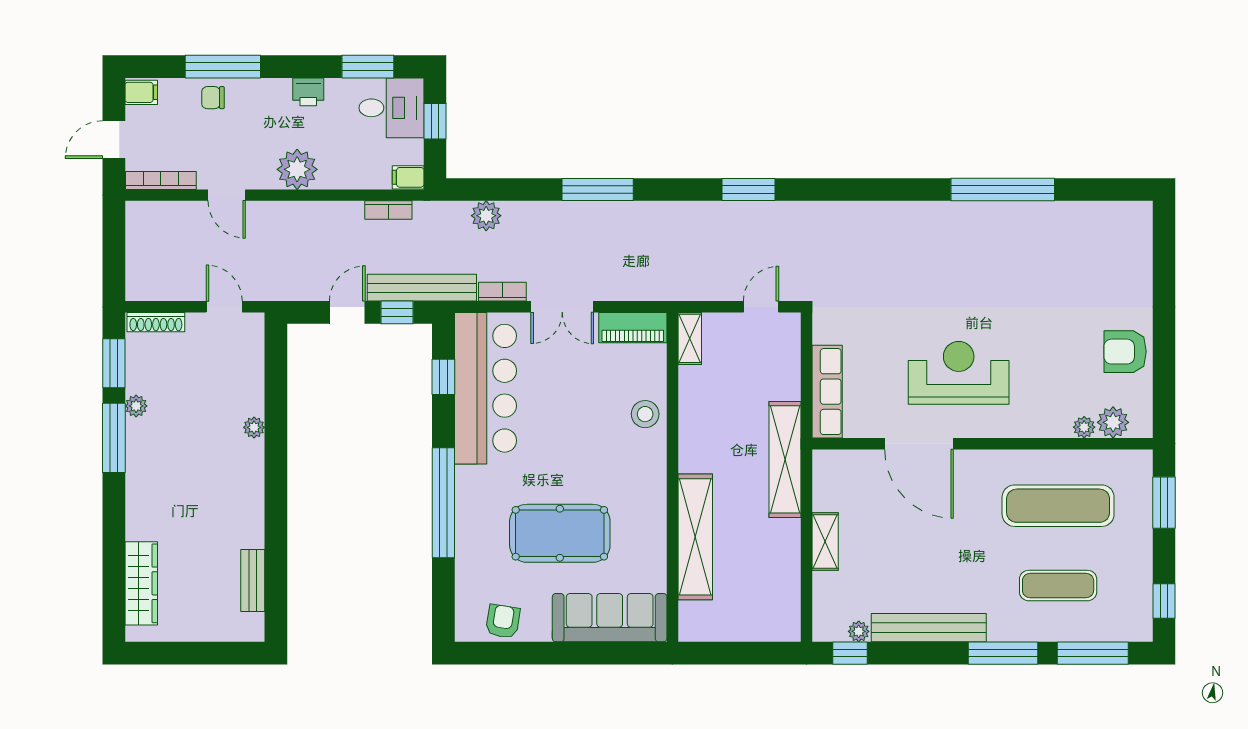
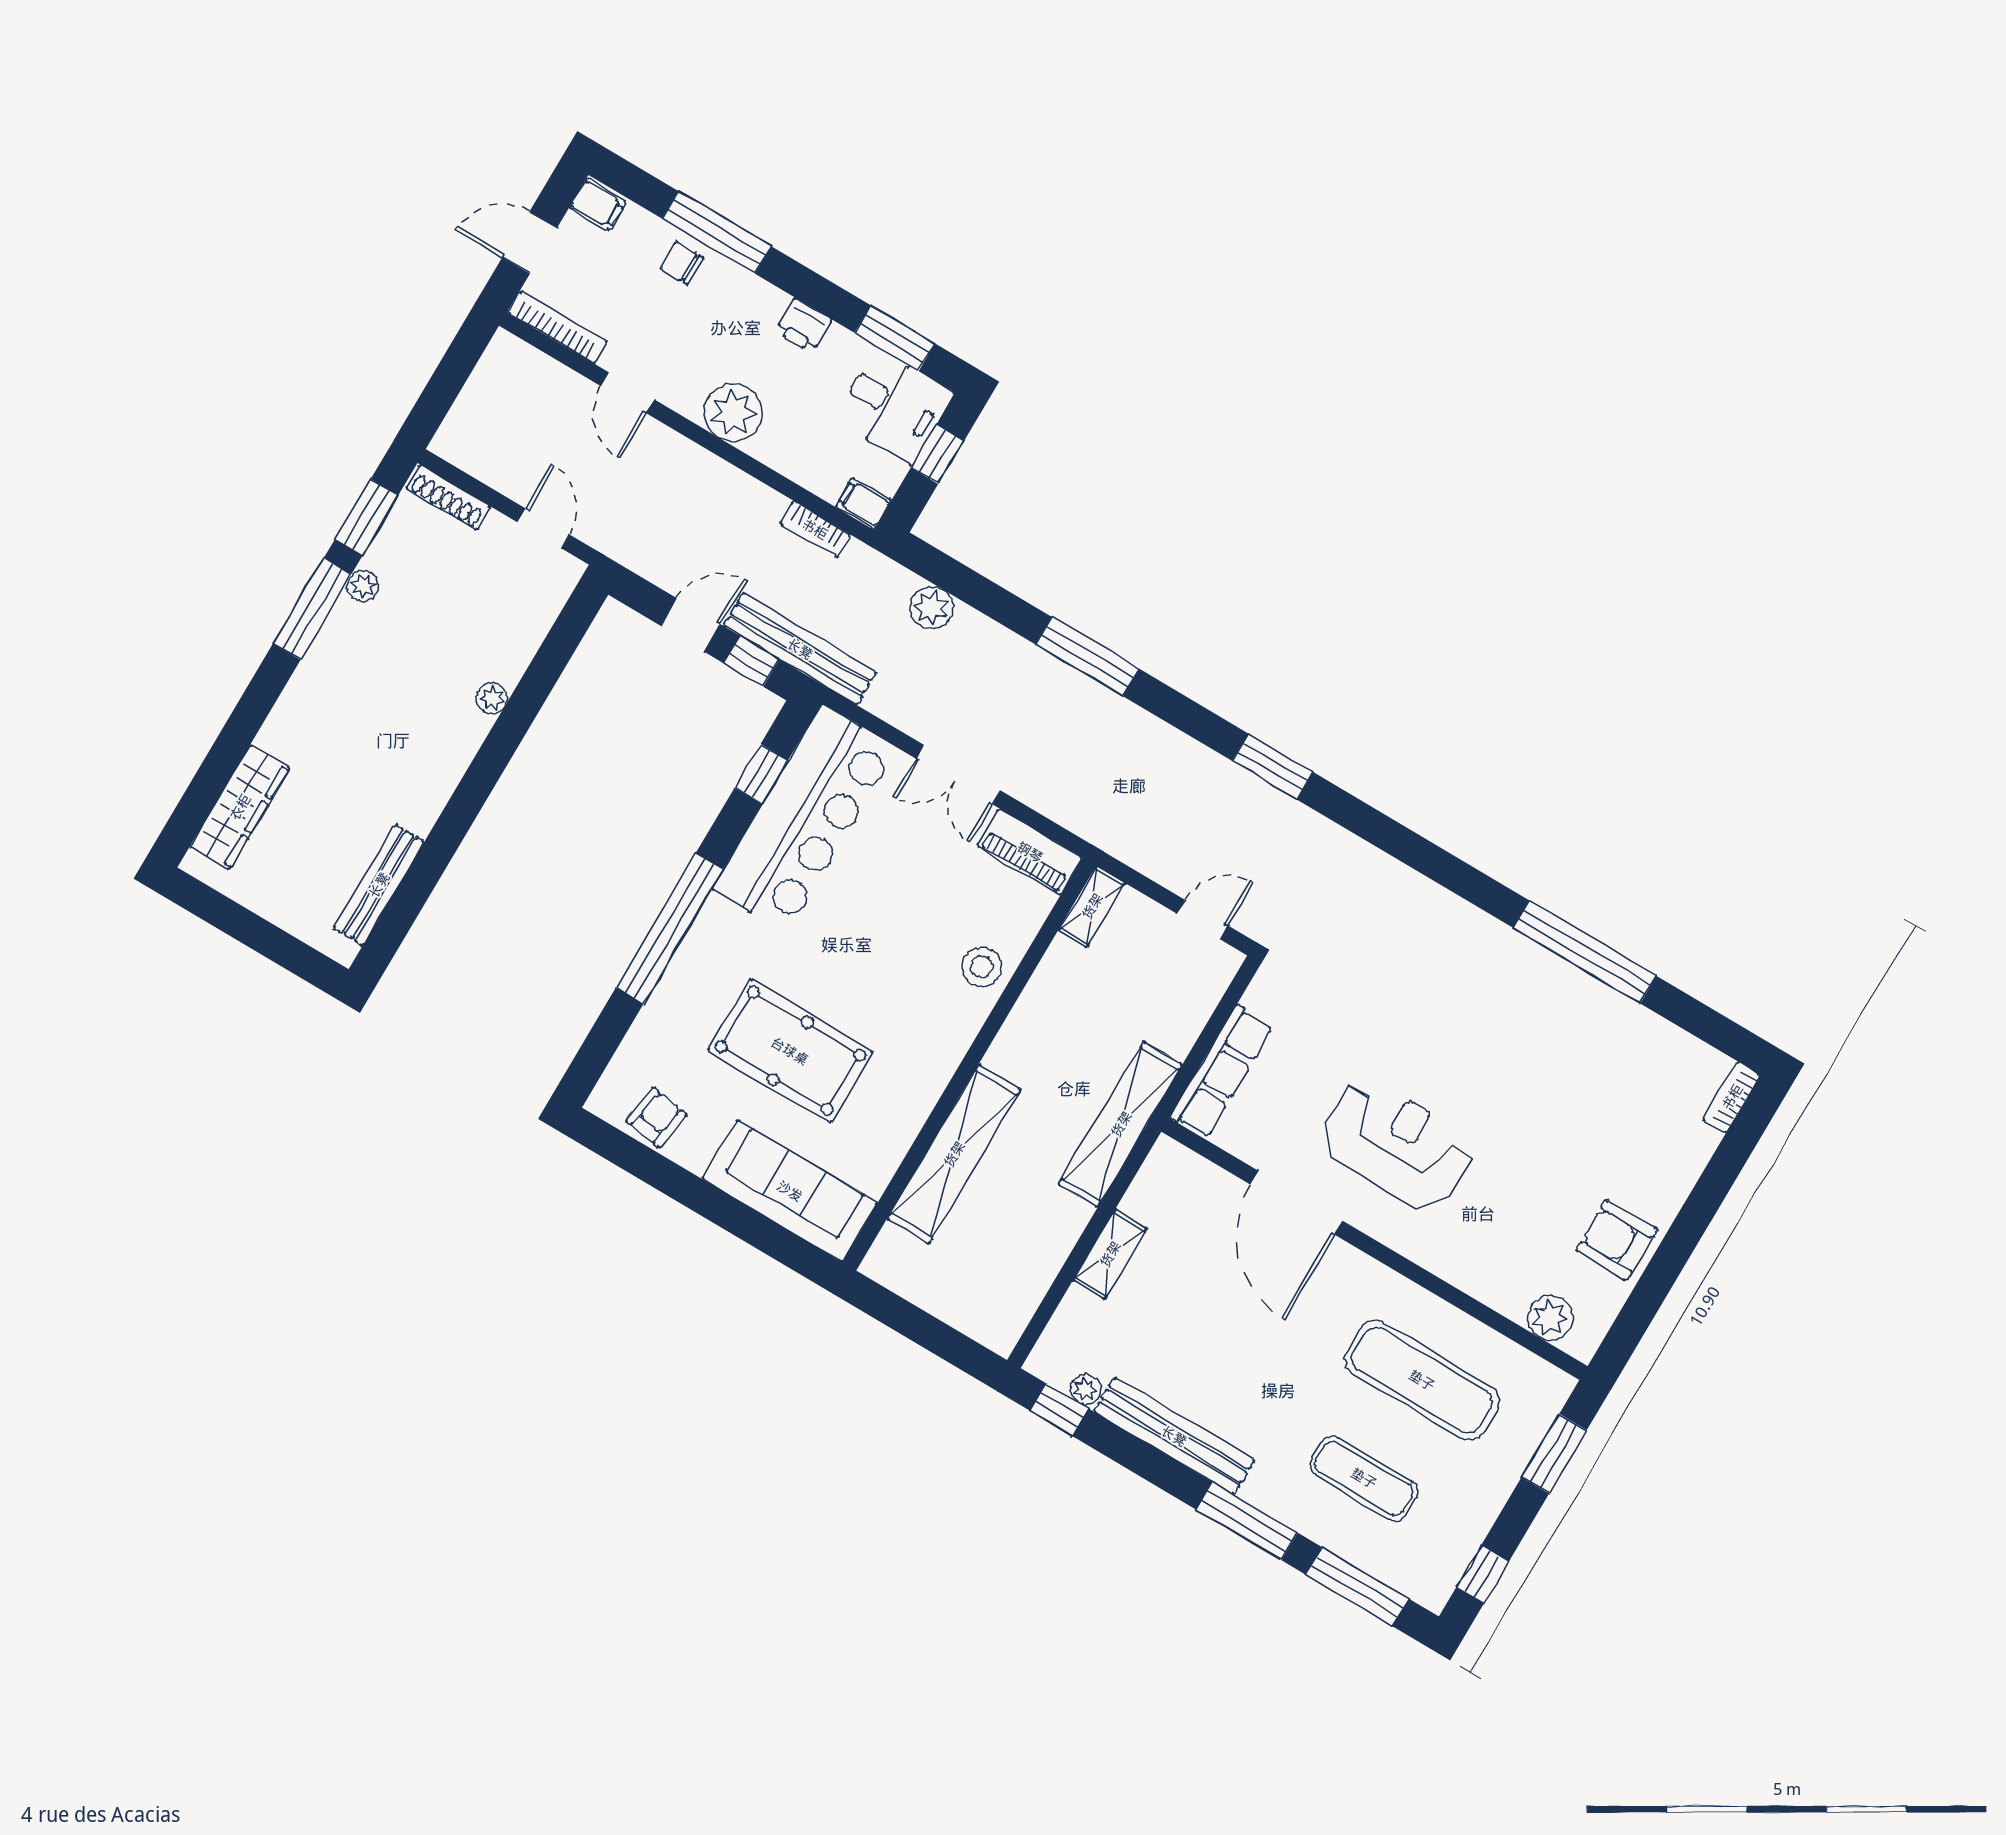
bookcase: (502, 292) -> (1732, 1097), moved, turned -90
plant: (1084, 427) -> (1511, 1303), removed
bench: (253, 581) -> (379, 885), width x1.36

